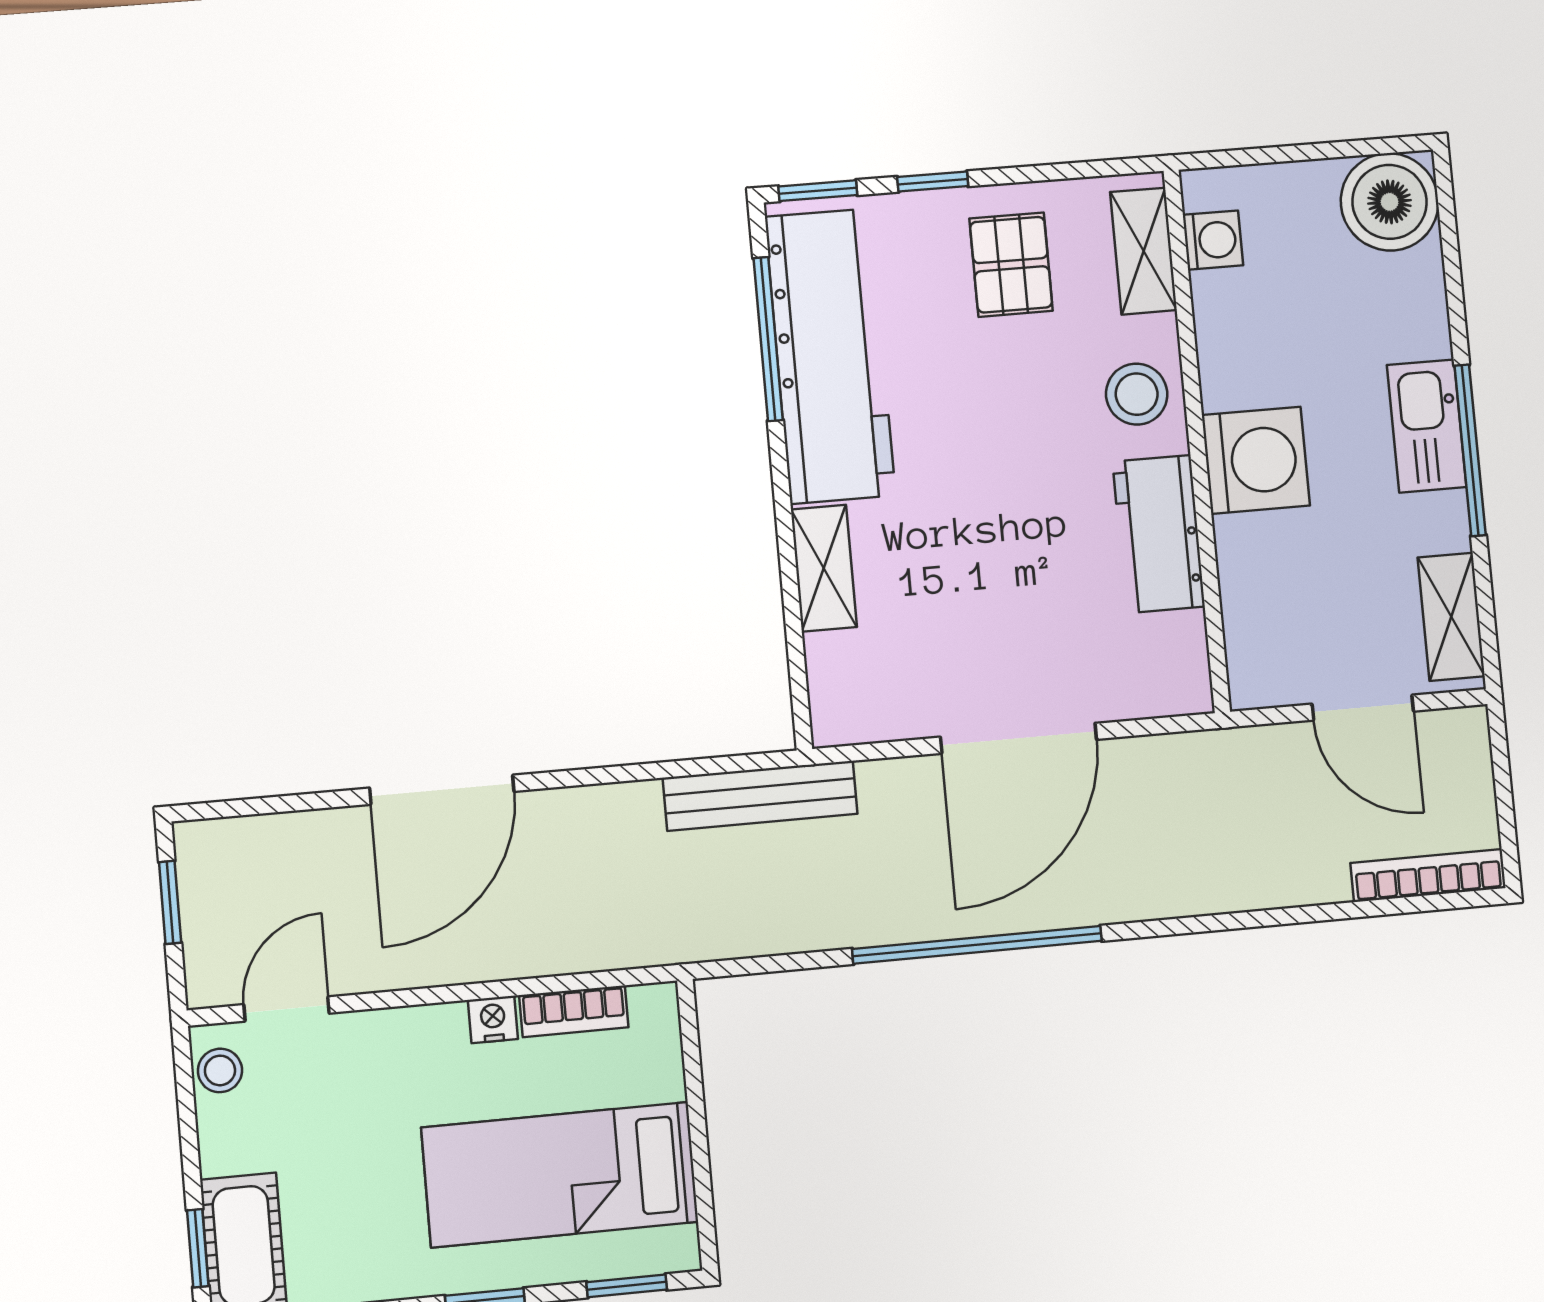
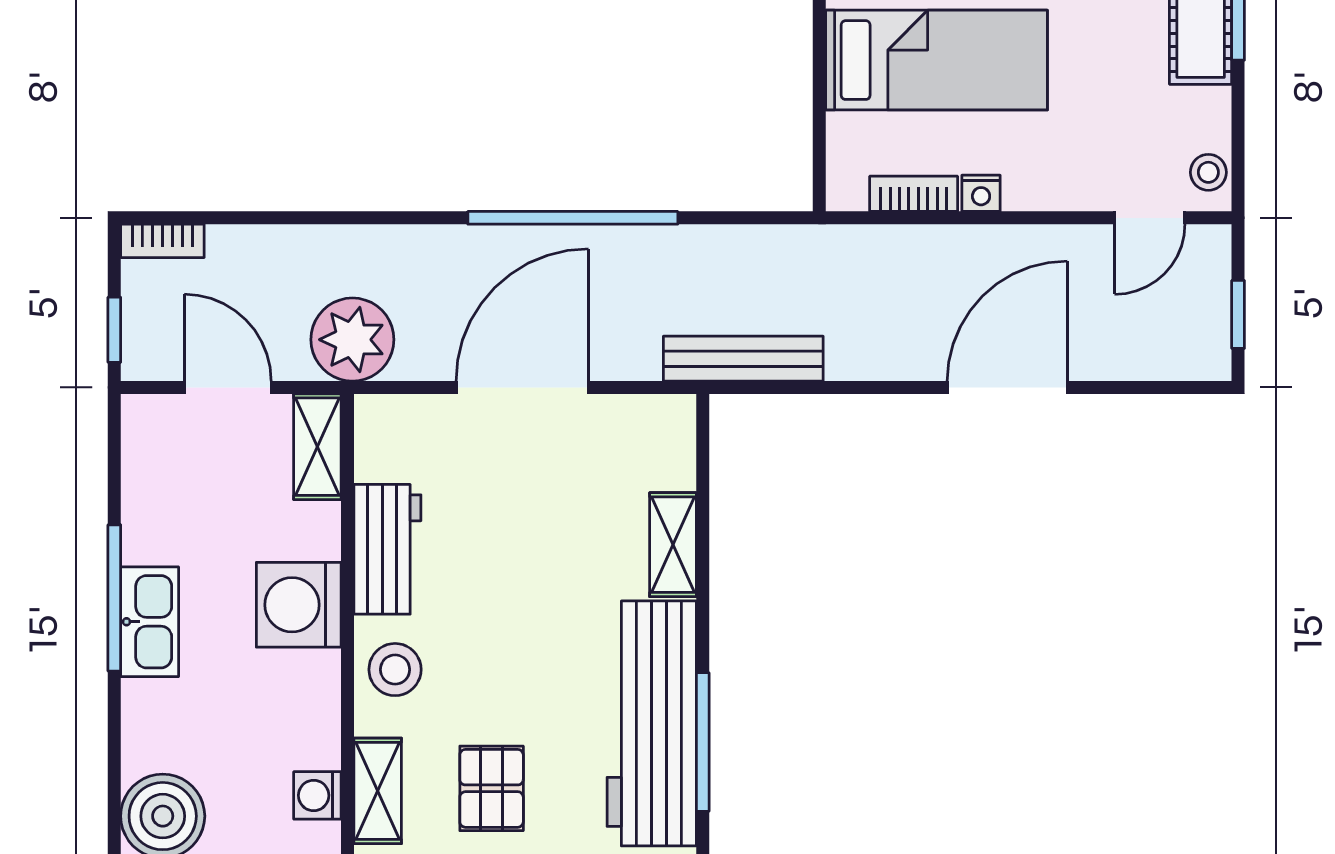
shelving: (1451, 617) -> (317, 447), moved
window: (1501, 763) -> (114, 330), added
plant: (1223, 777) -> (352, 340), added
bookcase: (1428, 876) -> (162, 241), width x0.64

